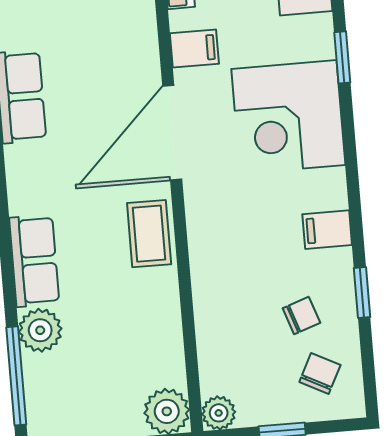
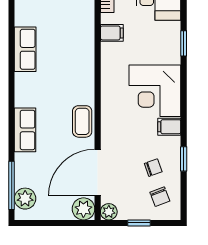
corner desk: (288, 117) -> (155, 91), moved
door: (172, 133) -> (98, 173), moved
plant: (40, 330) -> (25, 199), moved
chair: (320, 373) -> (160, 197), turned 132

